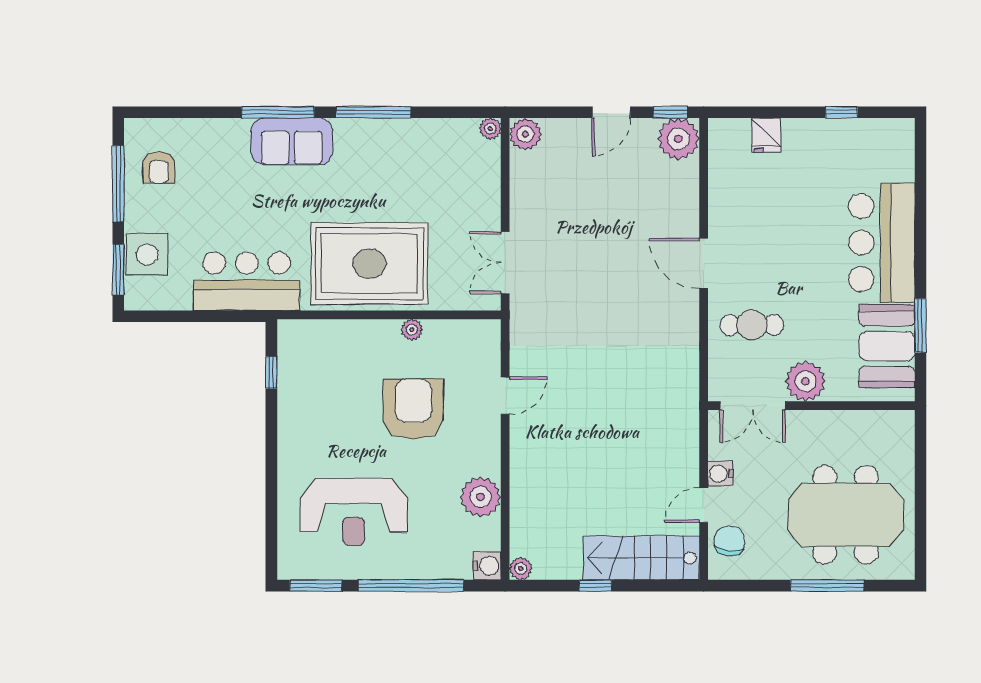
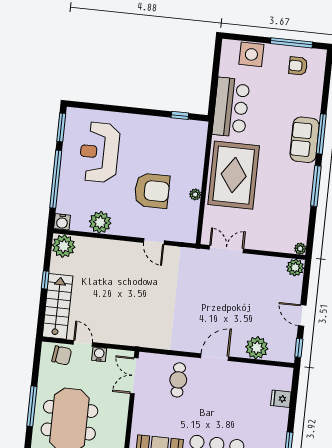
plant: (678, 139) -> (257, 348), moved
window: (118, 270) -> (245, 38), removed
plant: (805, 381) -> (145, 406), removed
plant: (521, 569) -> (64, 246), width x1.88, depth x1.88

